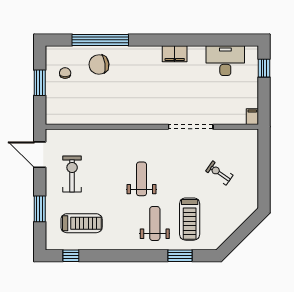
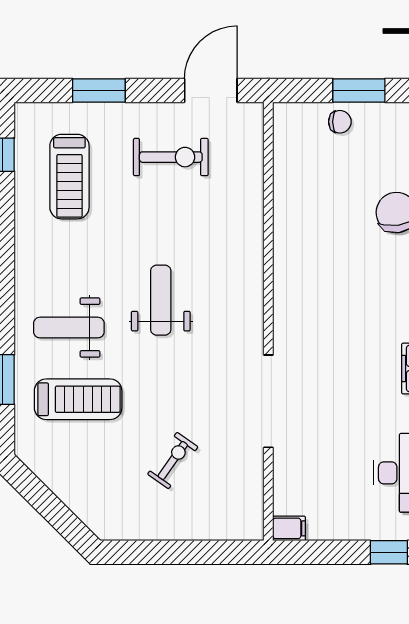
chair: (65, 73) -> (340, 122), moved
weight bench: (142, 179) -> (161, 300), turned -90
treadmill: (190, 219) -> (78, 399), turned 180
weight bench: (155, 224) -> (69, 328), turned 180

